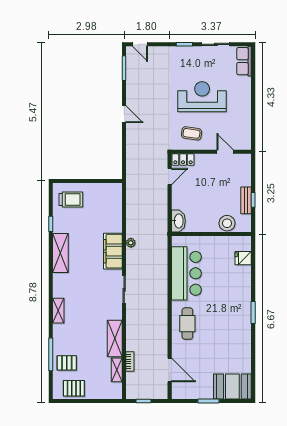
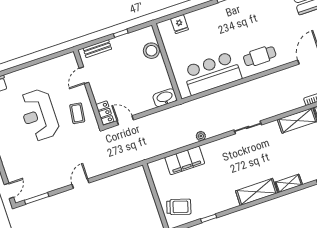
trolley: (71, 199) -> (179, 207), turned 107
bench: (246, 200) -> (97, 49), moved
filing cabinet: (113, 251) -> (185, 160), moved
shelving: (60, 253) -> (256, 192), moved

